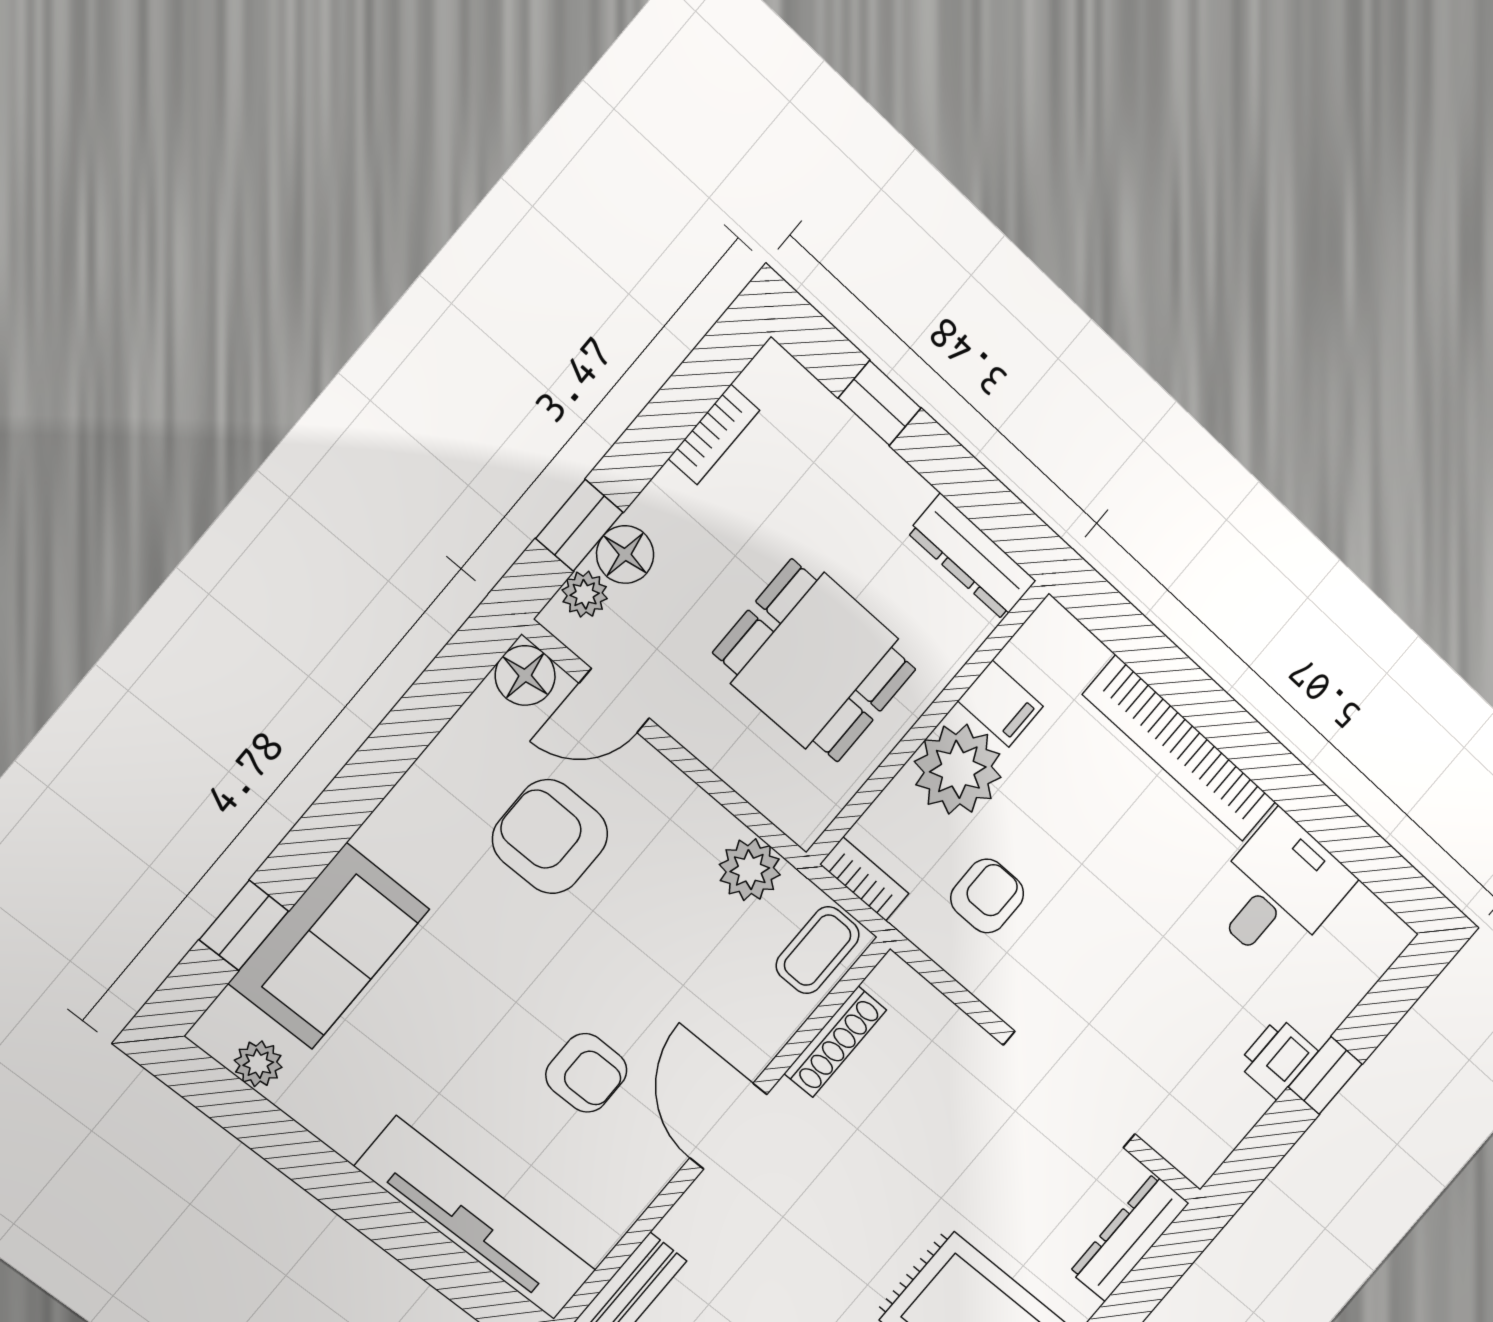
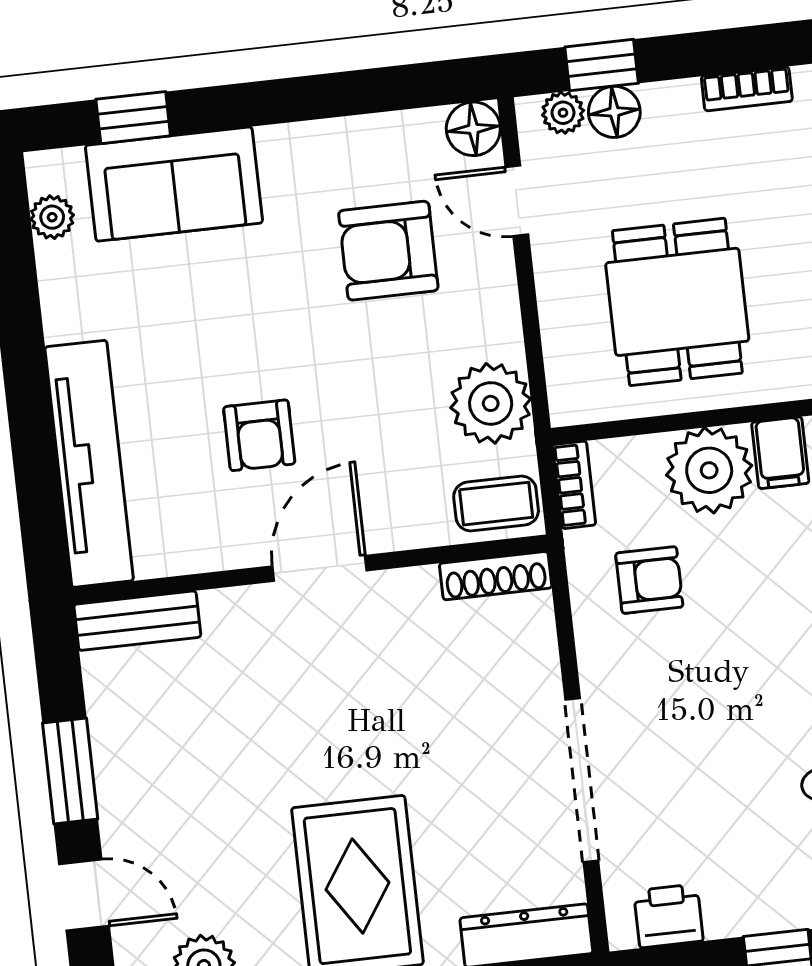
armchair: (550, 837) -> (388, 251), turned -90
plant: (750, 870) -> (491, 403), width x1.36, depth x1.36
shoe rack: (835, 1042) -> (496, 576), moved
printer: (1277, 1058) -> (668, 916), moved

